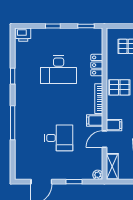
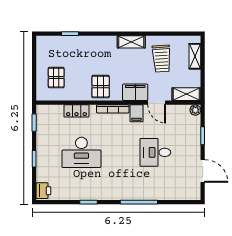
desk: (59, 70) -> (81, 152), turned 90
filing cabinet: (114, 125) -> (135, 92), width x2.00
desk: (59, 138) -> (155, 152), turned -90

